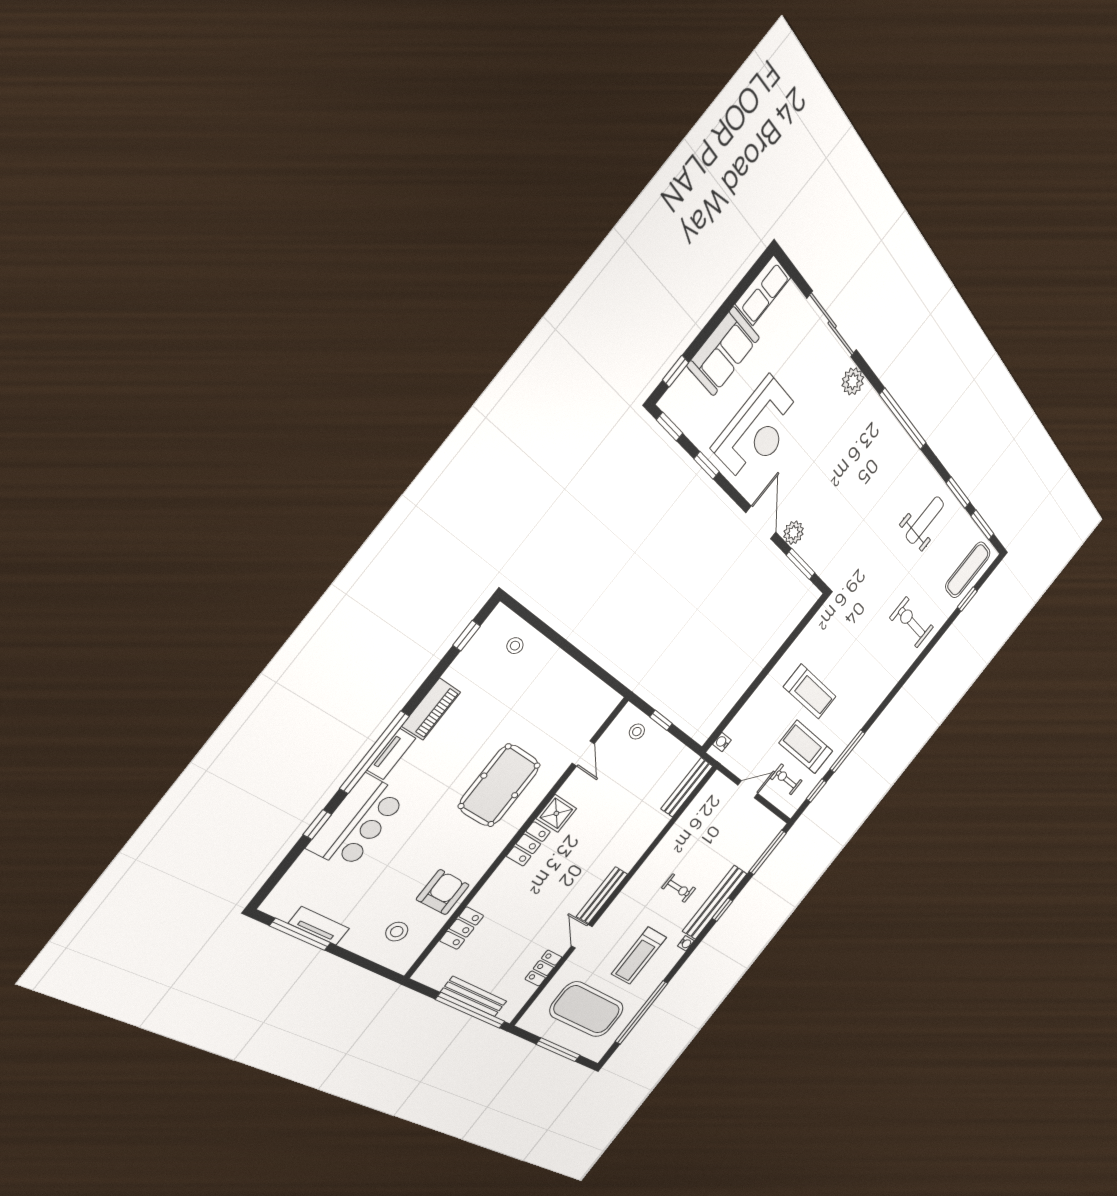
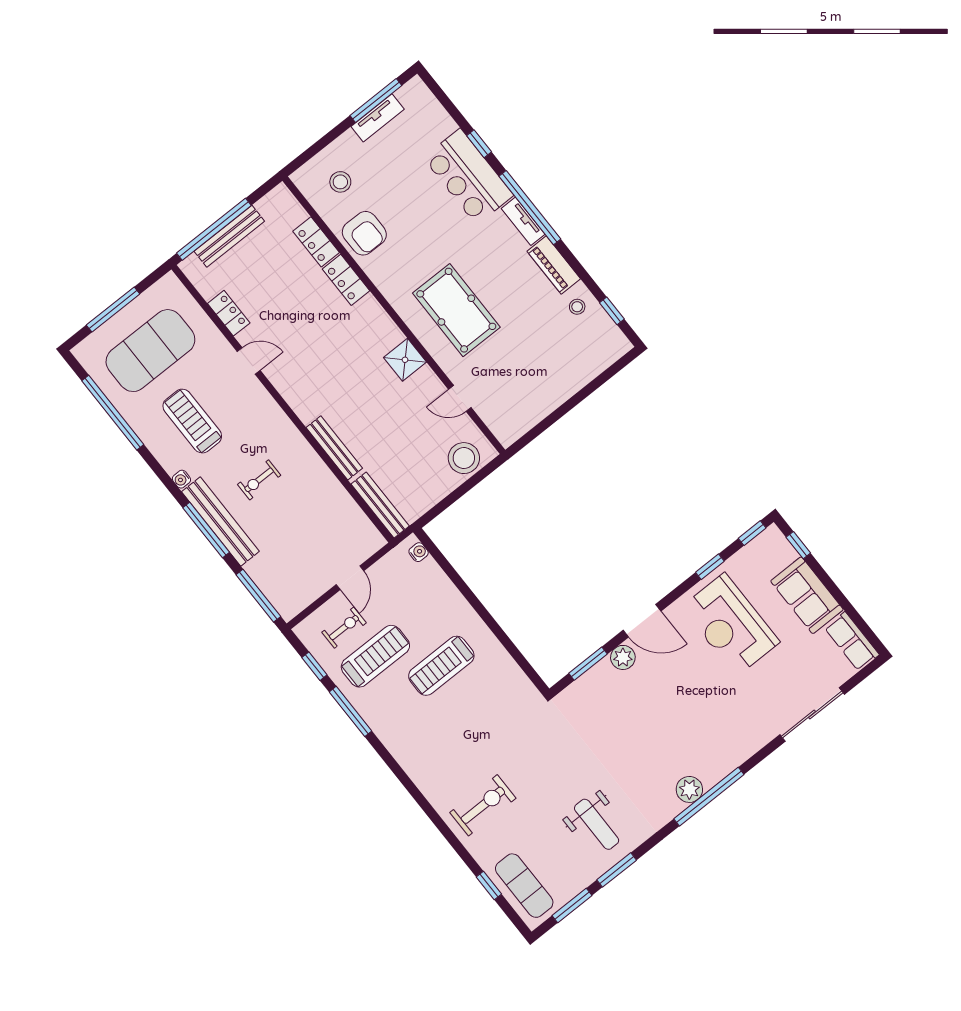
plant: (853, 381) -> (689, 789), moved
stool: (515, 646) -> (577, 307), moved
window: (661, 720) -> (467, 486), removed
stool: (637, 732) -> (464, 458), width x1.89, depth x1.89
locker: (528, 844) -> (346, 280), moved
bench: (602, 895) -> (334, 448), moved
window: (722, 910) -> (206, 530), width x2.17

